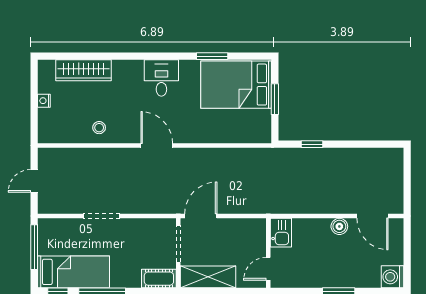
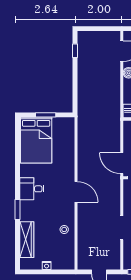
window: (212, 56) -> (17, 209), moved
window: (312, 144) -> (75, 51), moved
door: (157, 146) -> (76, 192), swing flipped

